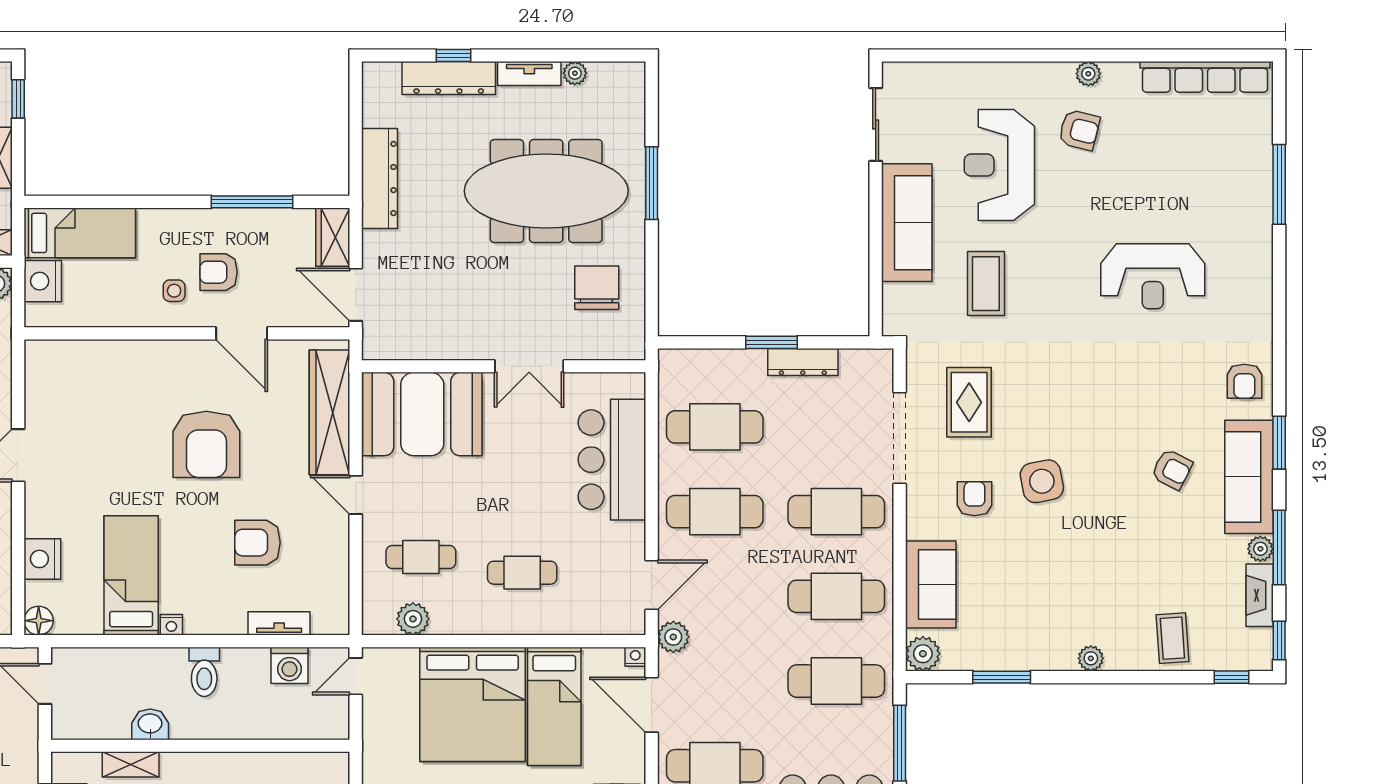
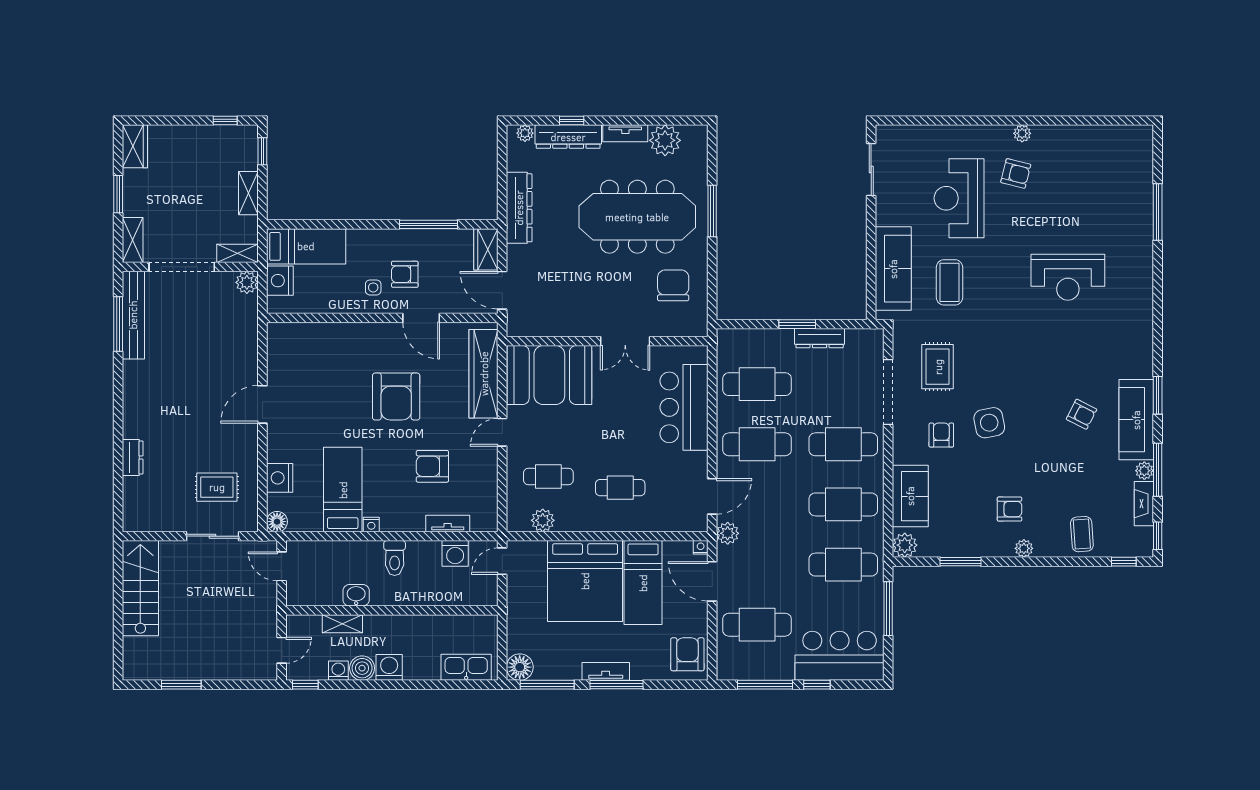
plant: (388, 73) -> (525, 133), added
plant: (575, 73) -> (665, 140), width x1.88, depth x1.88
row of seats: (1205, 77) -> (1105, 136), removed
sofa: (907, 223) -> (893, 269), moved
armchair: (1244, 381) -> (1009, 509), moved, turned -90
door: (356, 495) -> (502, 432), hinge flipped

